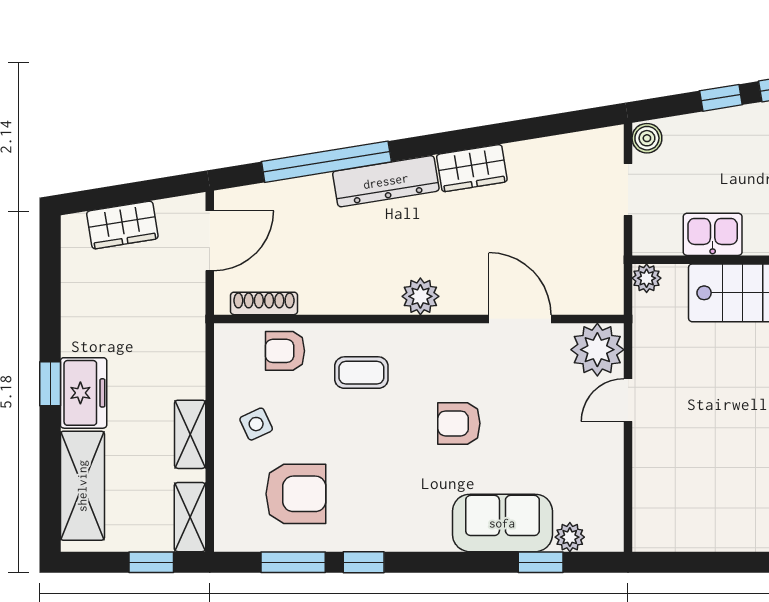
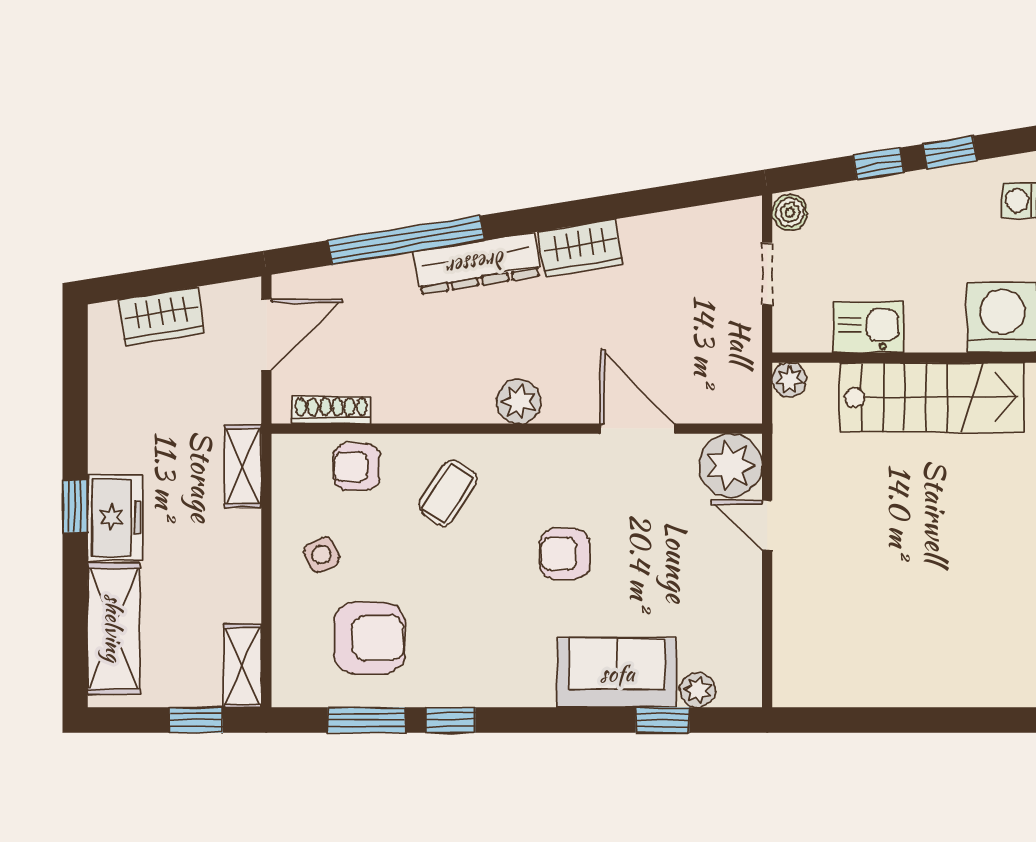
coffee table: (361, 373) -> (448, 493), turned -57
door: (628, 400) -> (767, 526), hinge flipped
shelving: (190, 434) -> (243, 466), moved

